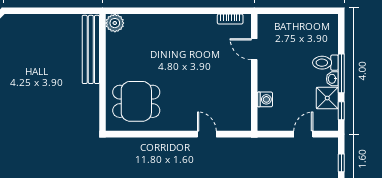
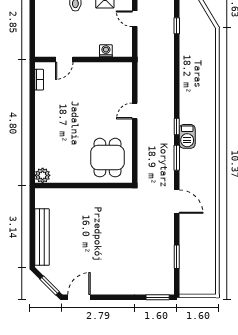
bench: (91, 49) -> (42, 237), moved, turned 90
door: (207, 134) -> (135, 111), moved

